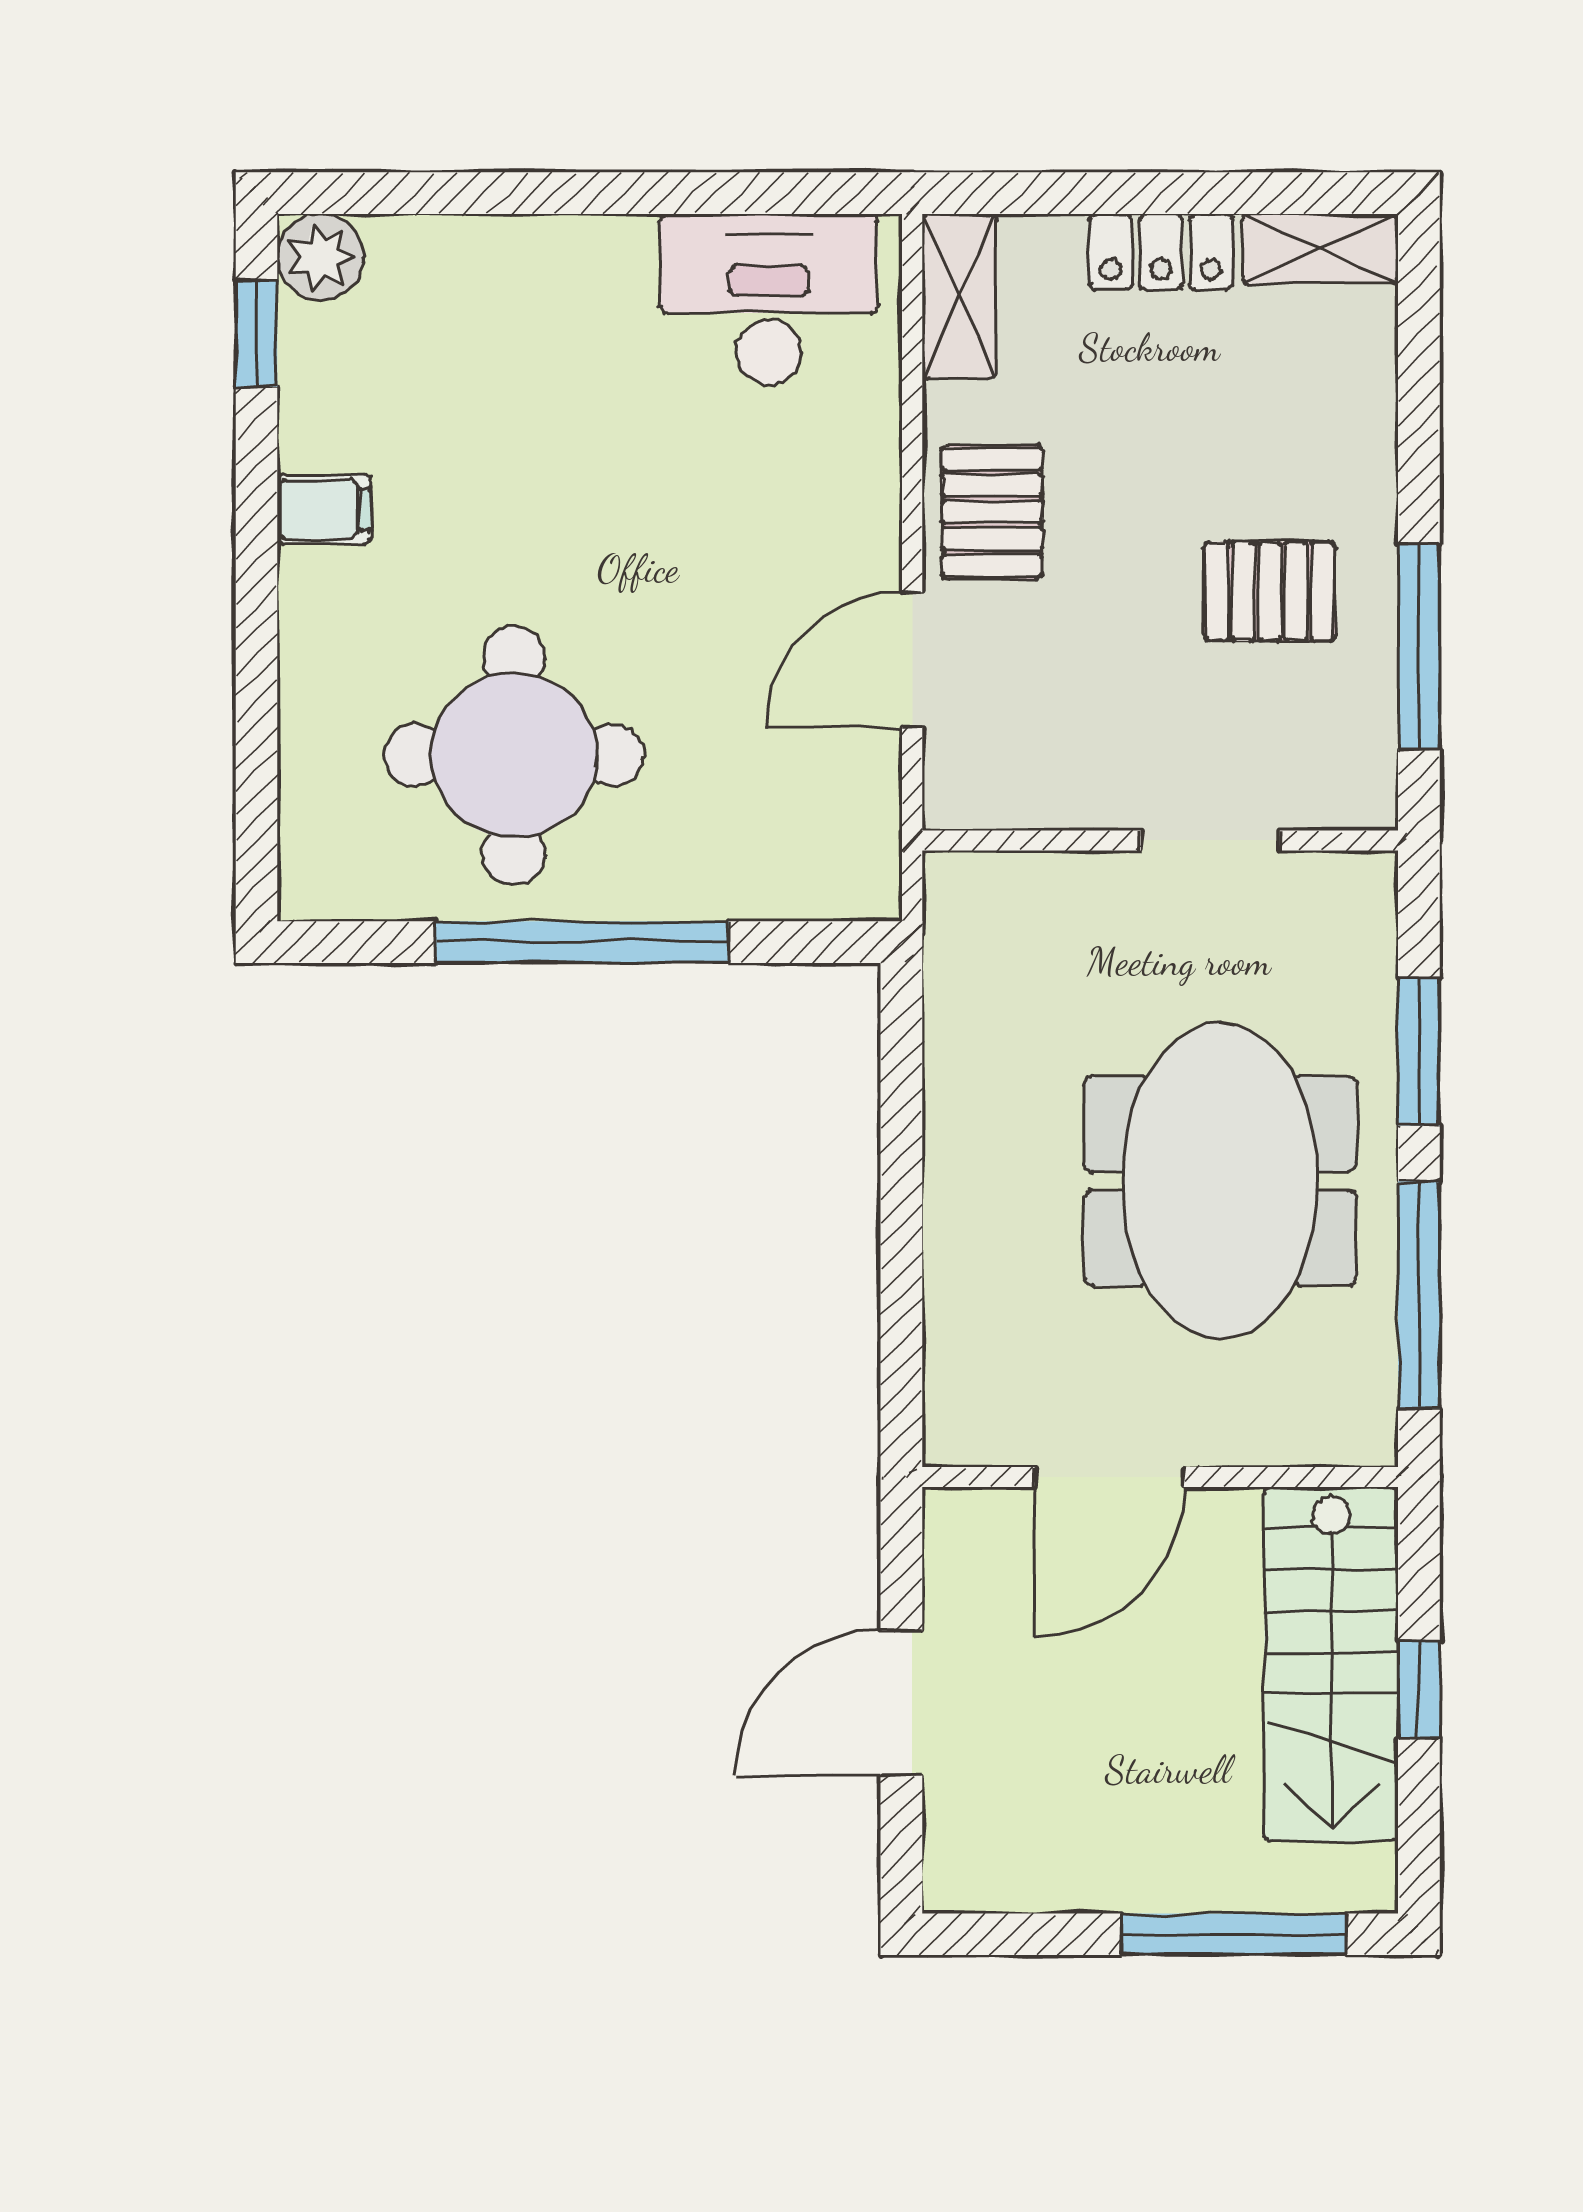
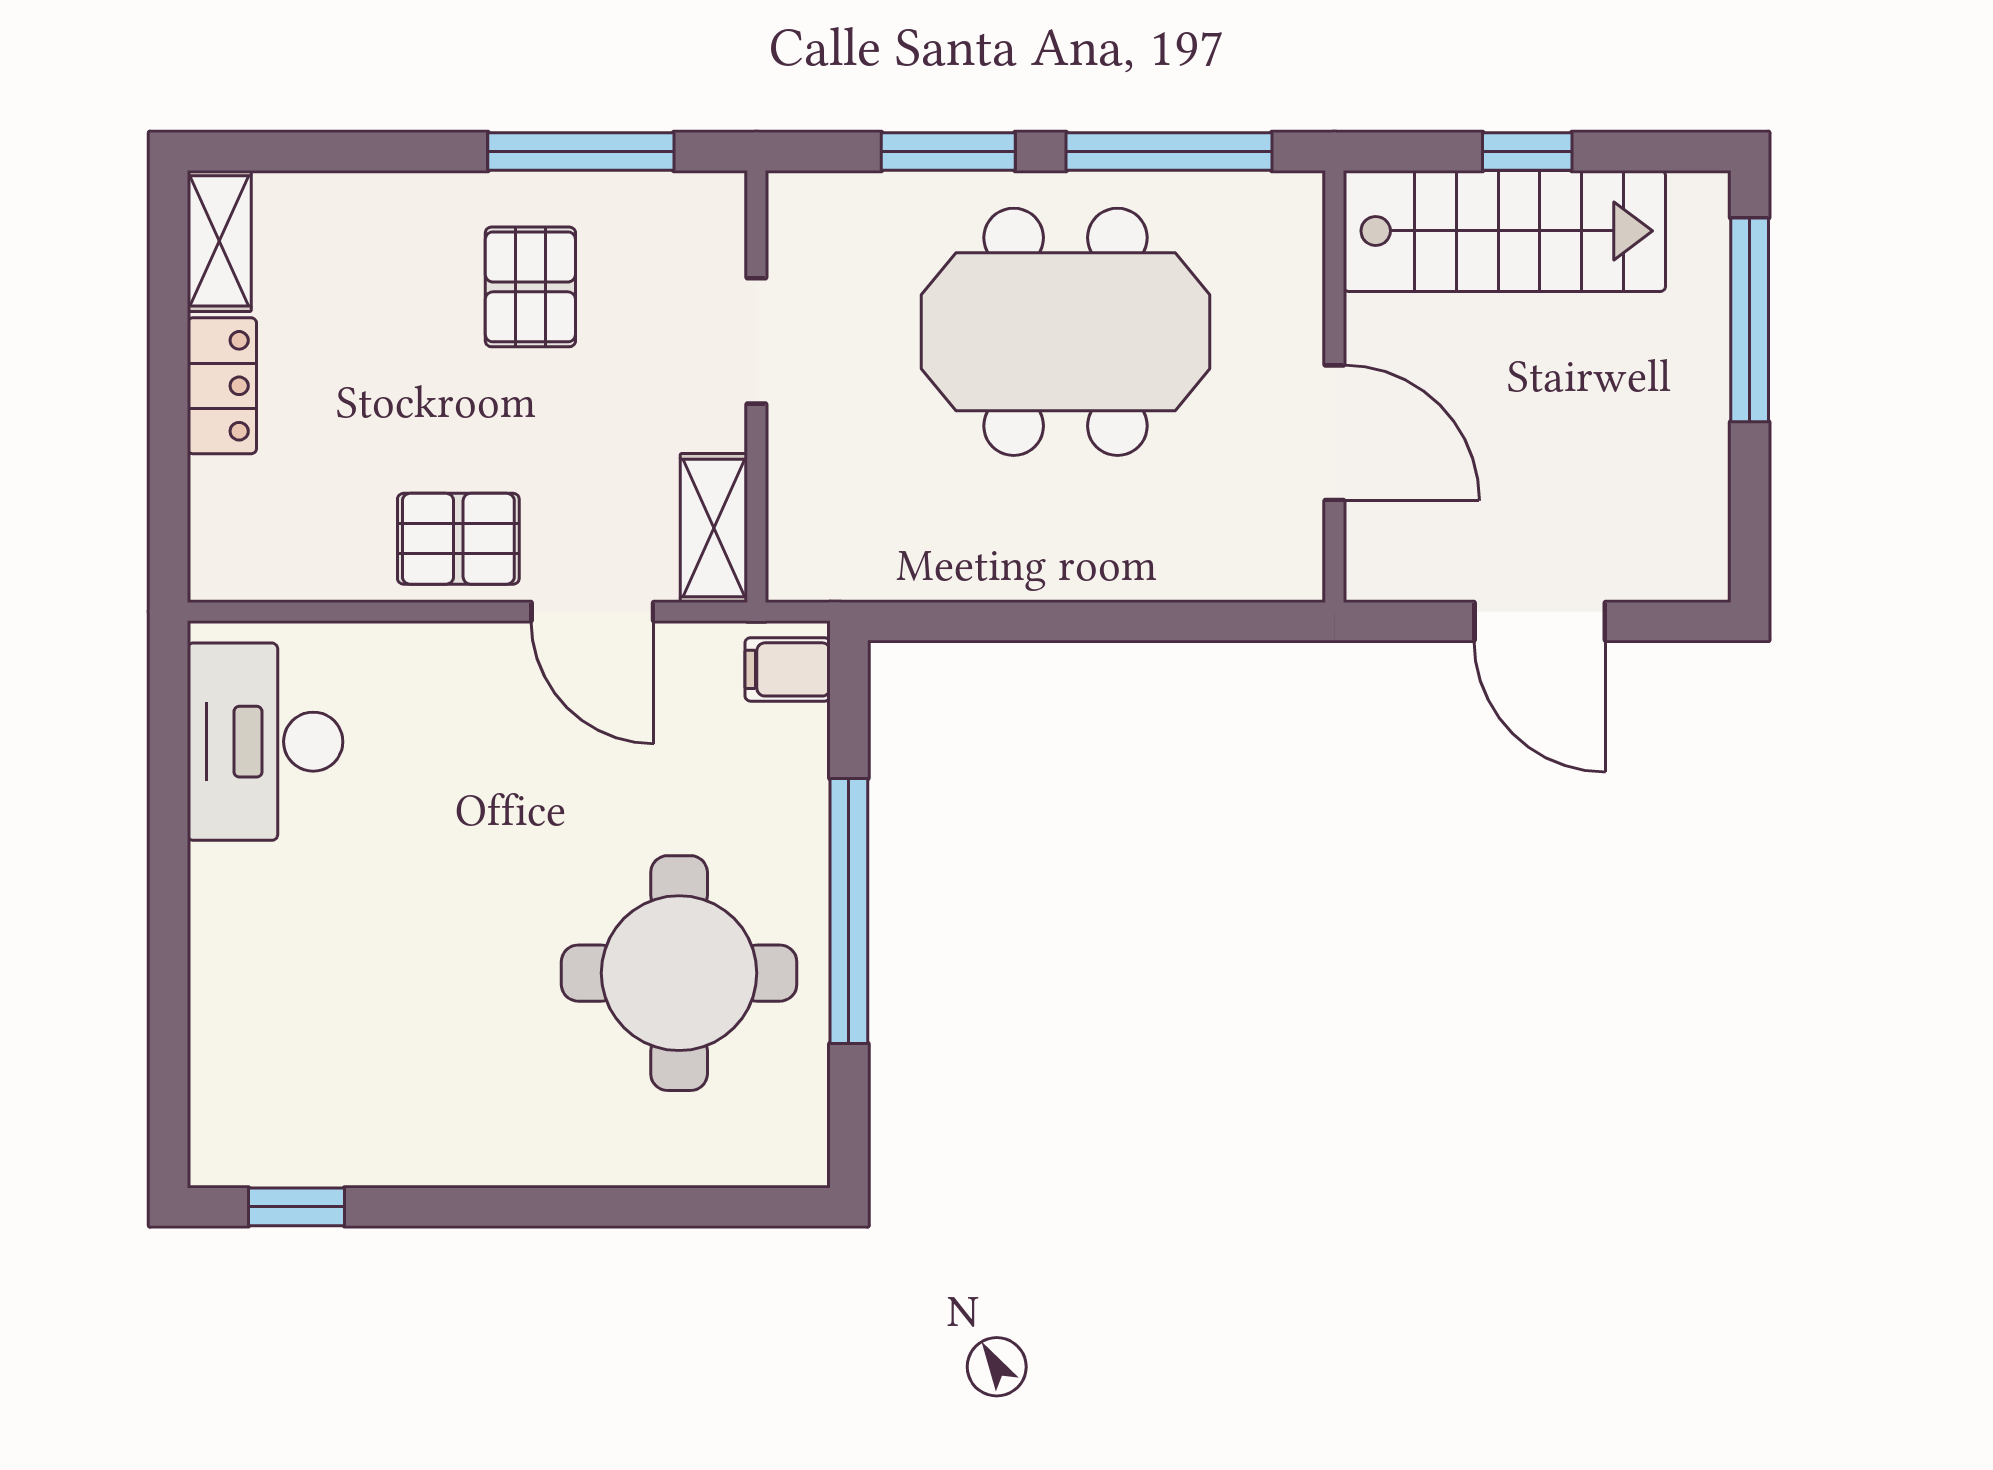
plant: (320, 257) -> (227, 1149), removed
shelving: (959, 296) -> (714, 528), moved, turned 90
filing cabinet: (324, 509) -> (788, 669), moved, turned -90

